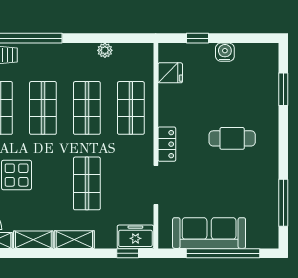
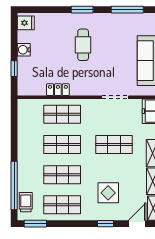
plant: (105, 50) -> (23, 132), removed
fridge: (170, 73) -> (26, 23), moved, turned 90
window: (283, 89) -> (82, 10), moved
locker: (167, 144) -> (58, 90), moved

